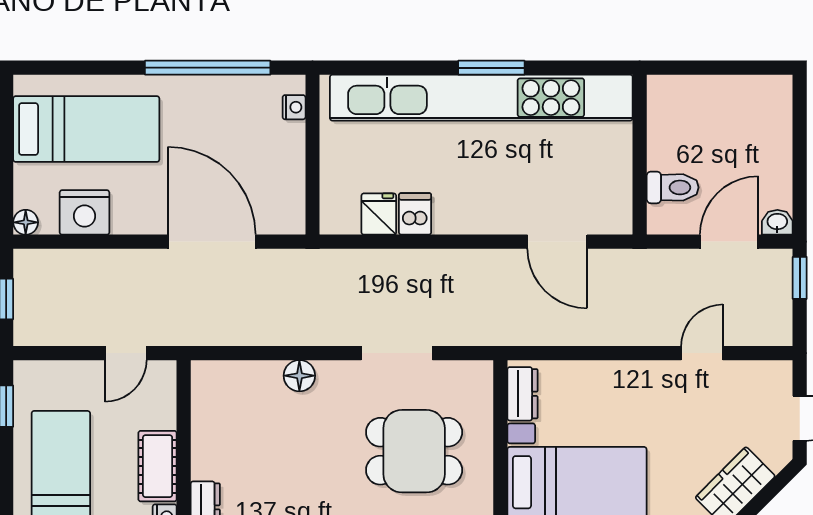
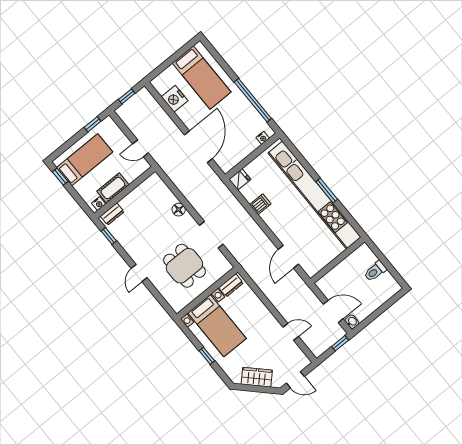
toilet: (673, 187) -> (375, 271), moved, turned 90
fridge: (379, 214) -> (240, 179), moved
floor lamp: (26, 222) -> (156, 83), removed

